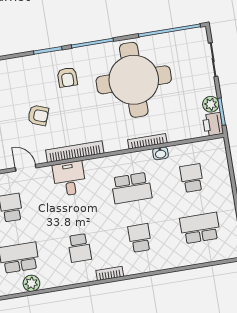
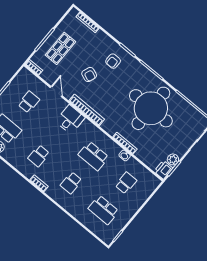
armchair: (67, 77) -> (113, 61), moved
school desk: (200, 228) -> (103, 210), turned 180
school desk: (140, 238) -> (71, 183), turned 180

